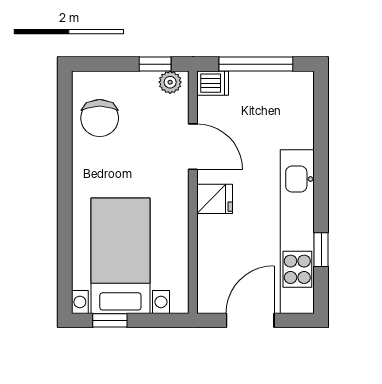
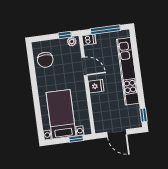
kitchen unit: (297, 232) -> (128, 71), moved
window: (321, 250) -> (143, 115), moved
window: (110, 320) -> (76, 139), moved
door: (250, 320) -> (117, 133), swing flipped

